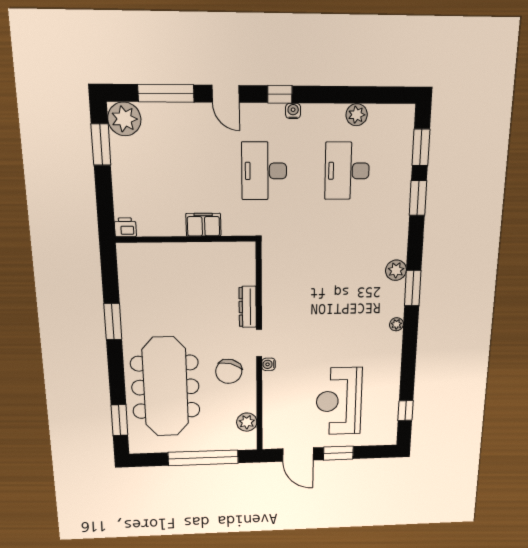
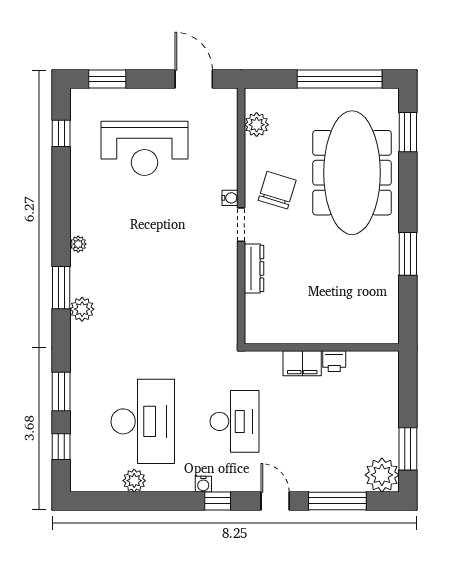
window: (421, 147) -> (61, 447), width x0.67
desk: (347, 171) -> (143, 421), width x1.36, depth x1.30
printer: (125, 227) -> (334, 361), moved
reception desk: (339, 401) -> (144, 148), turned 90
window: (338, 453) -> (107, 79), moved
window: (203, 458) -> (340, 79), moved

